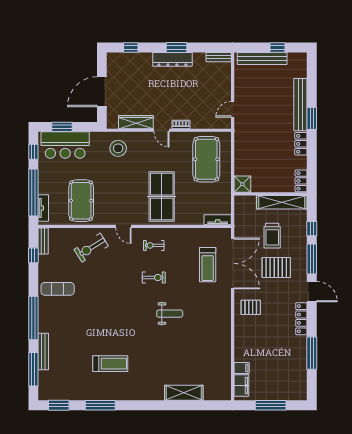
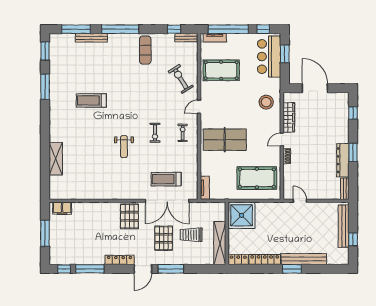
dresser: (172, 59) -> (343, 160), moved
locker: (301, 144) -> (265, 260), width x1.53
shower: (242, 184) -> (242, 215), width x1.86, depth x1.86
window: (312, 229) -> (64, 269), moved
pallet: (251, 307) -> (129, 216), width x1.50, depth x1.42
treadmill: (110, 364) -> (91, 100), moved, turned 90
filing cabinet: (242, 368) -> (77, 208), removed

